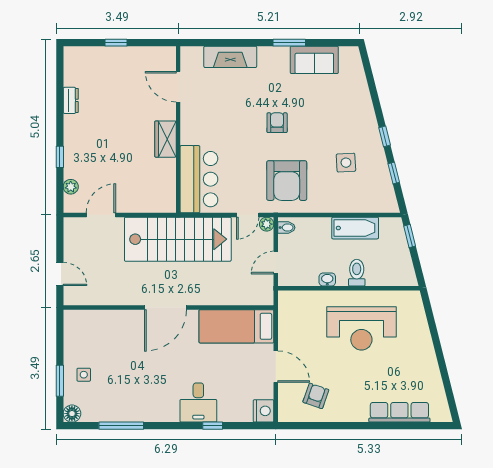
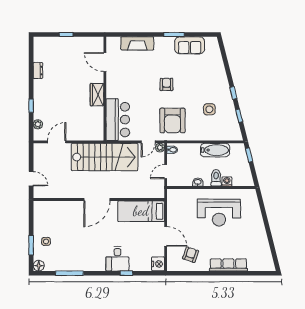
washing machine: (374, 278) -> (227, 181), added
row of seats: (399, 412) -> (228, 265), moved

